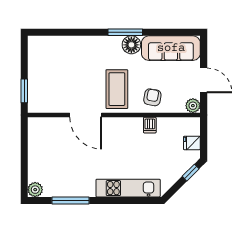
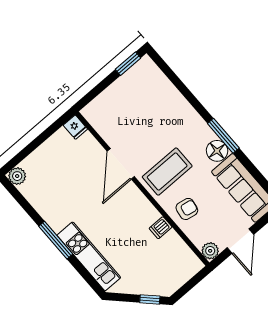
window: (24, 91) -> (128, 64), moved
fridge: (192, 143) -> (75, 127), moved, turned 180
window: (71, 201) -> (56, 240), moved

